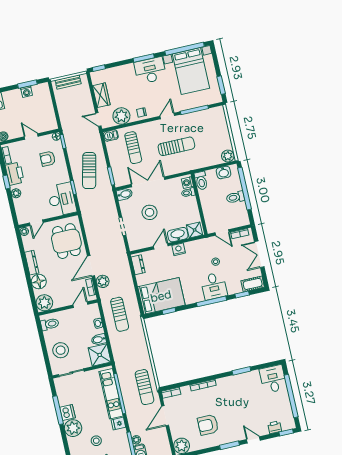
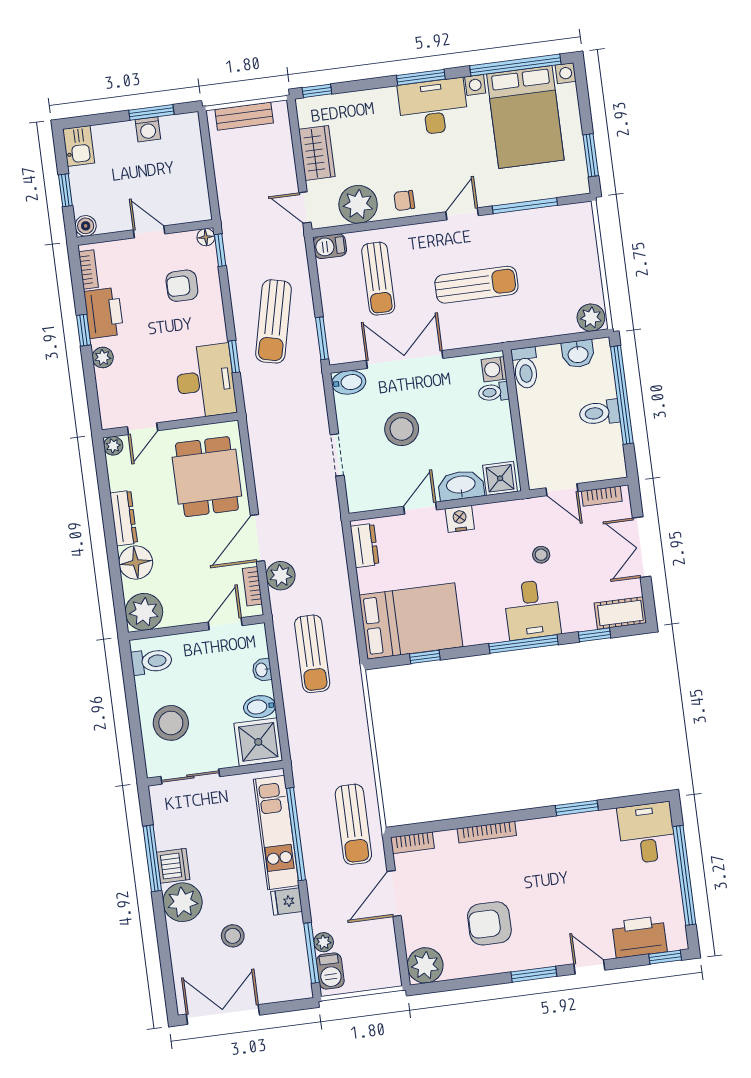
printer: (275, 427) -> (639, 937), width x1.87, depth x1.48

